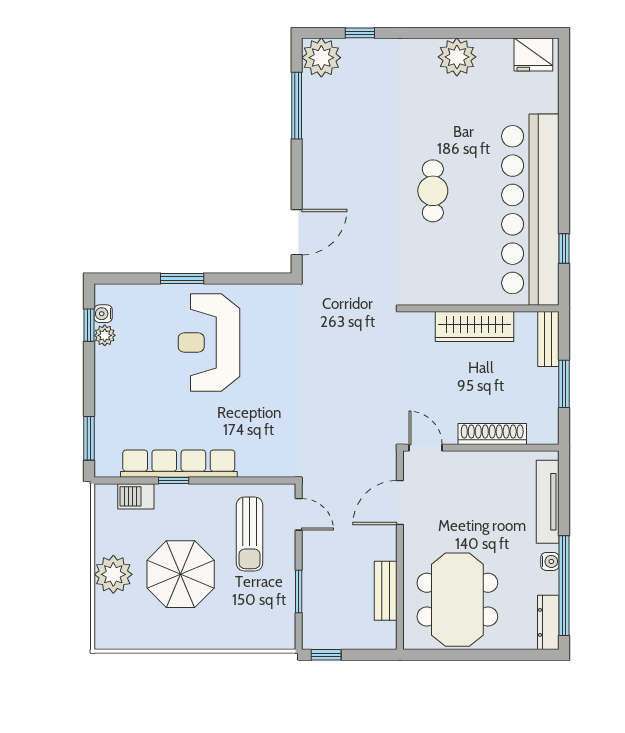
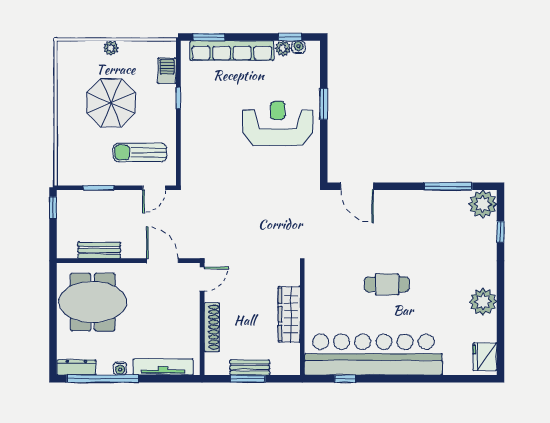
bench: (548, 339) -> (250, 367), moved
row of seats: (179, 464) -> (232, 51), moved, turned 90
plant: (113, 574) -> (111, 48), width x0.53, depth x0.53

